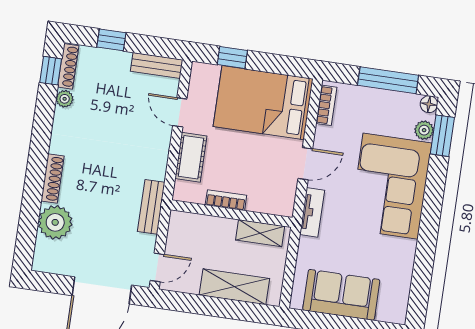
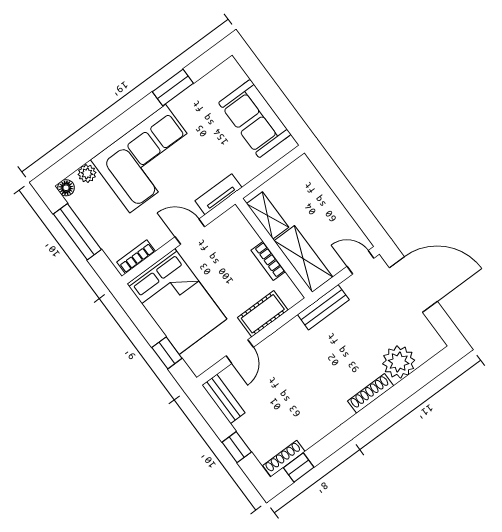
plant: (65, 99) -> (308, 439), removed
window: (442, 136) -> (173, 87), moved
shelving: (234, 287) -> (303, 259), moved

